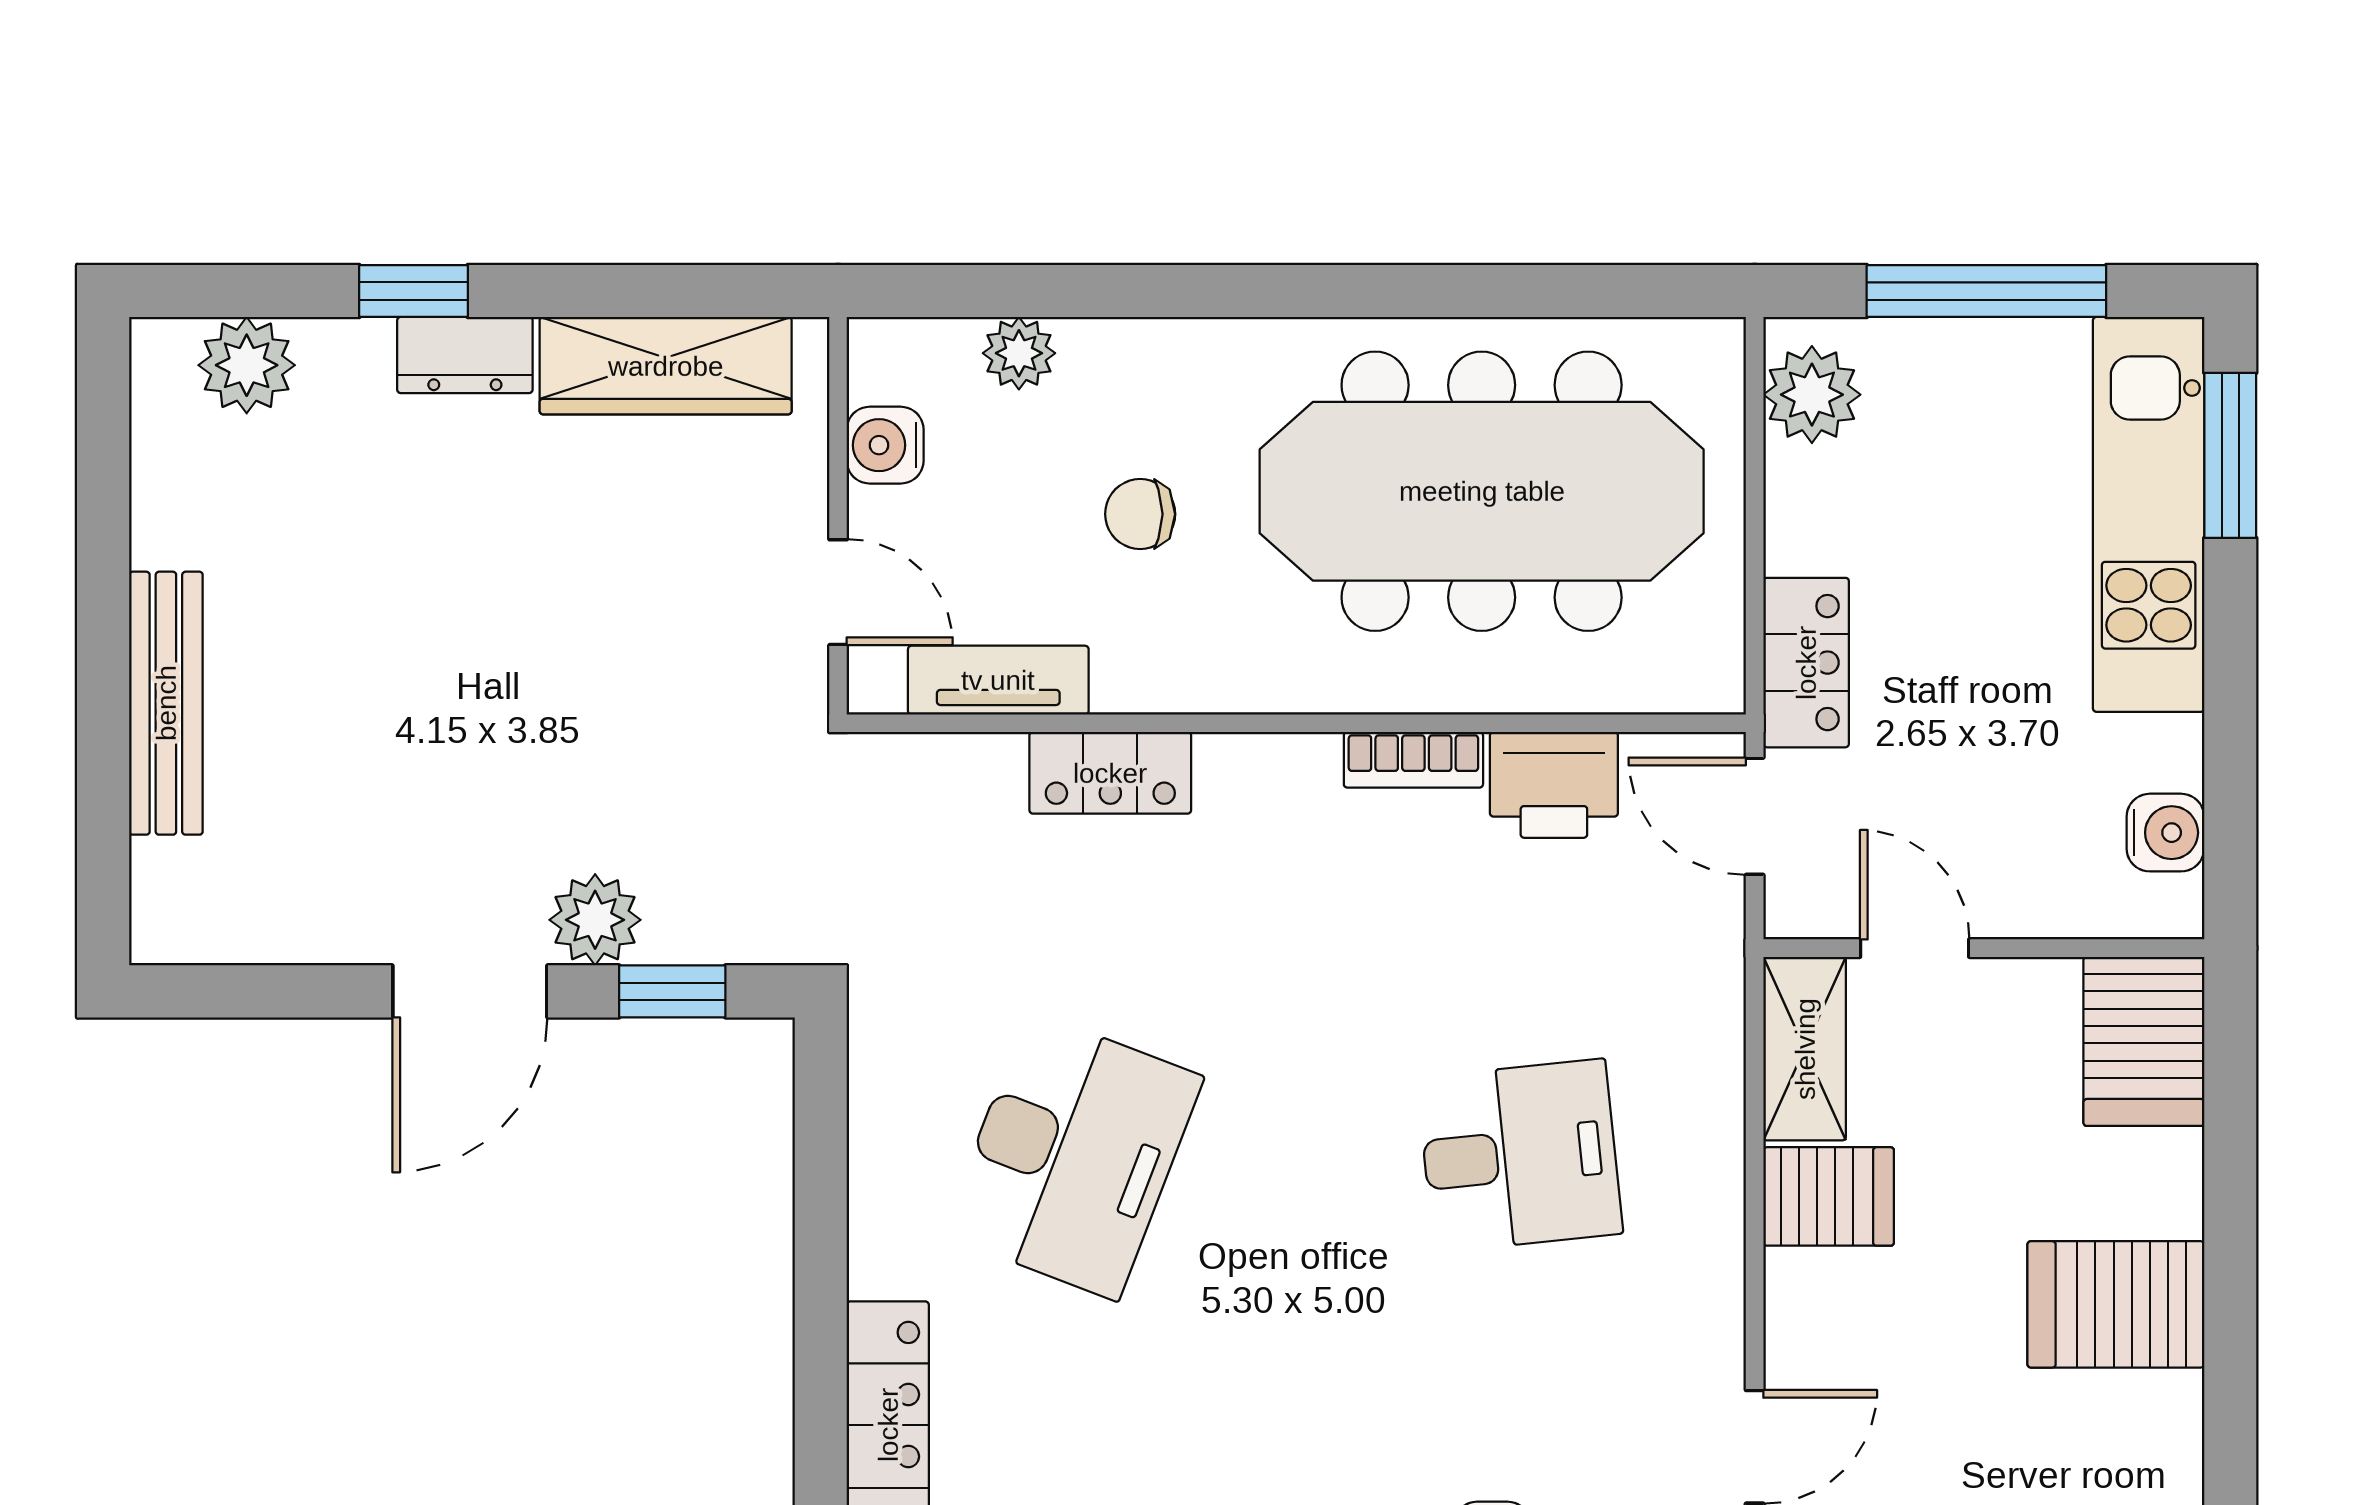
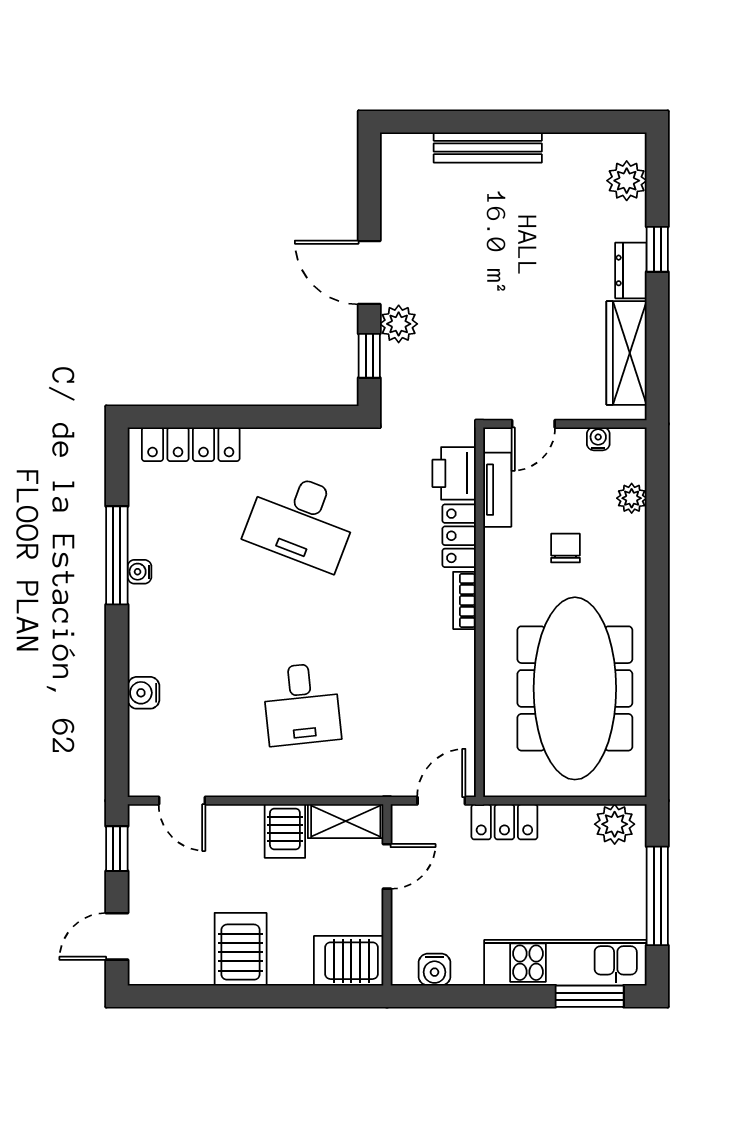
water cooler: (885, 445) -> (598, 439), width x0.72, depth x0.72
bookcase: (1413, 760) -> (464, 600), moved
printer: (1554, 785) -> (454, 473), moved

